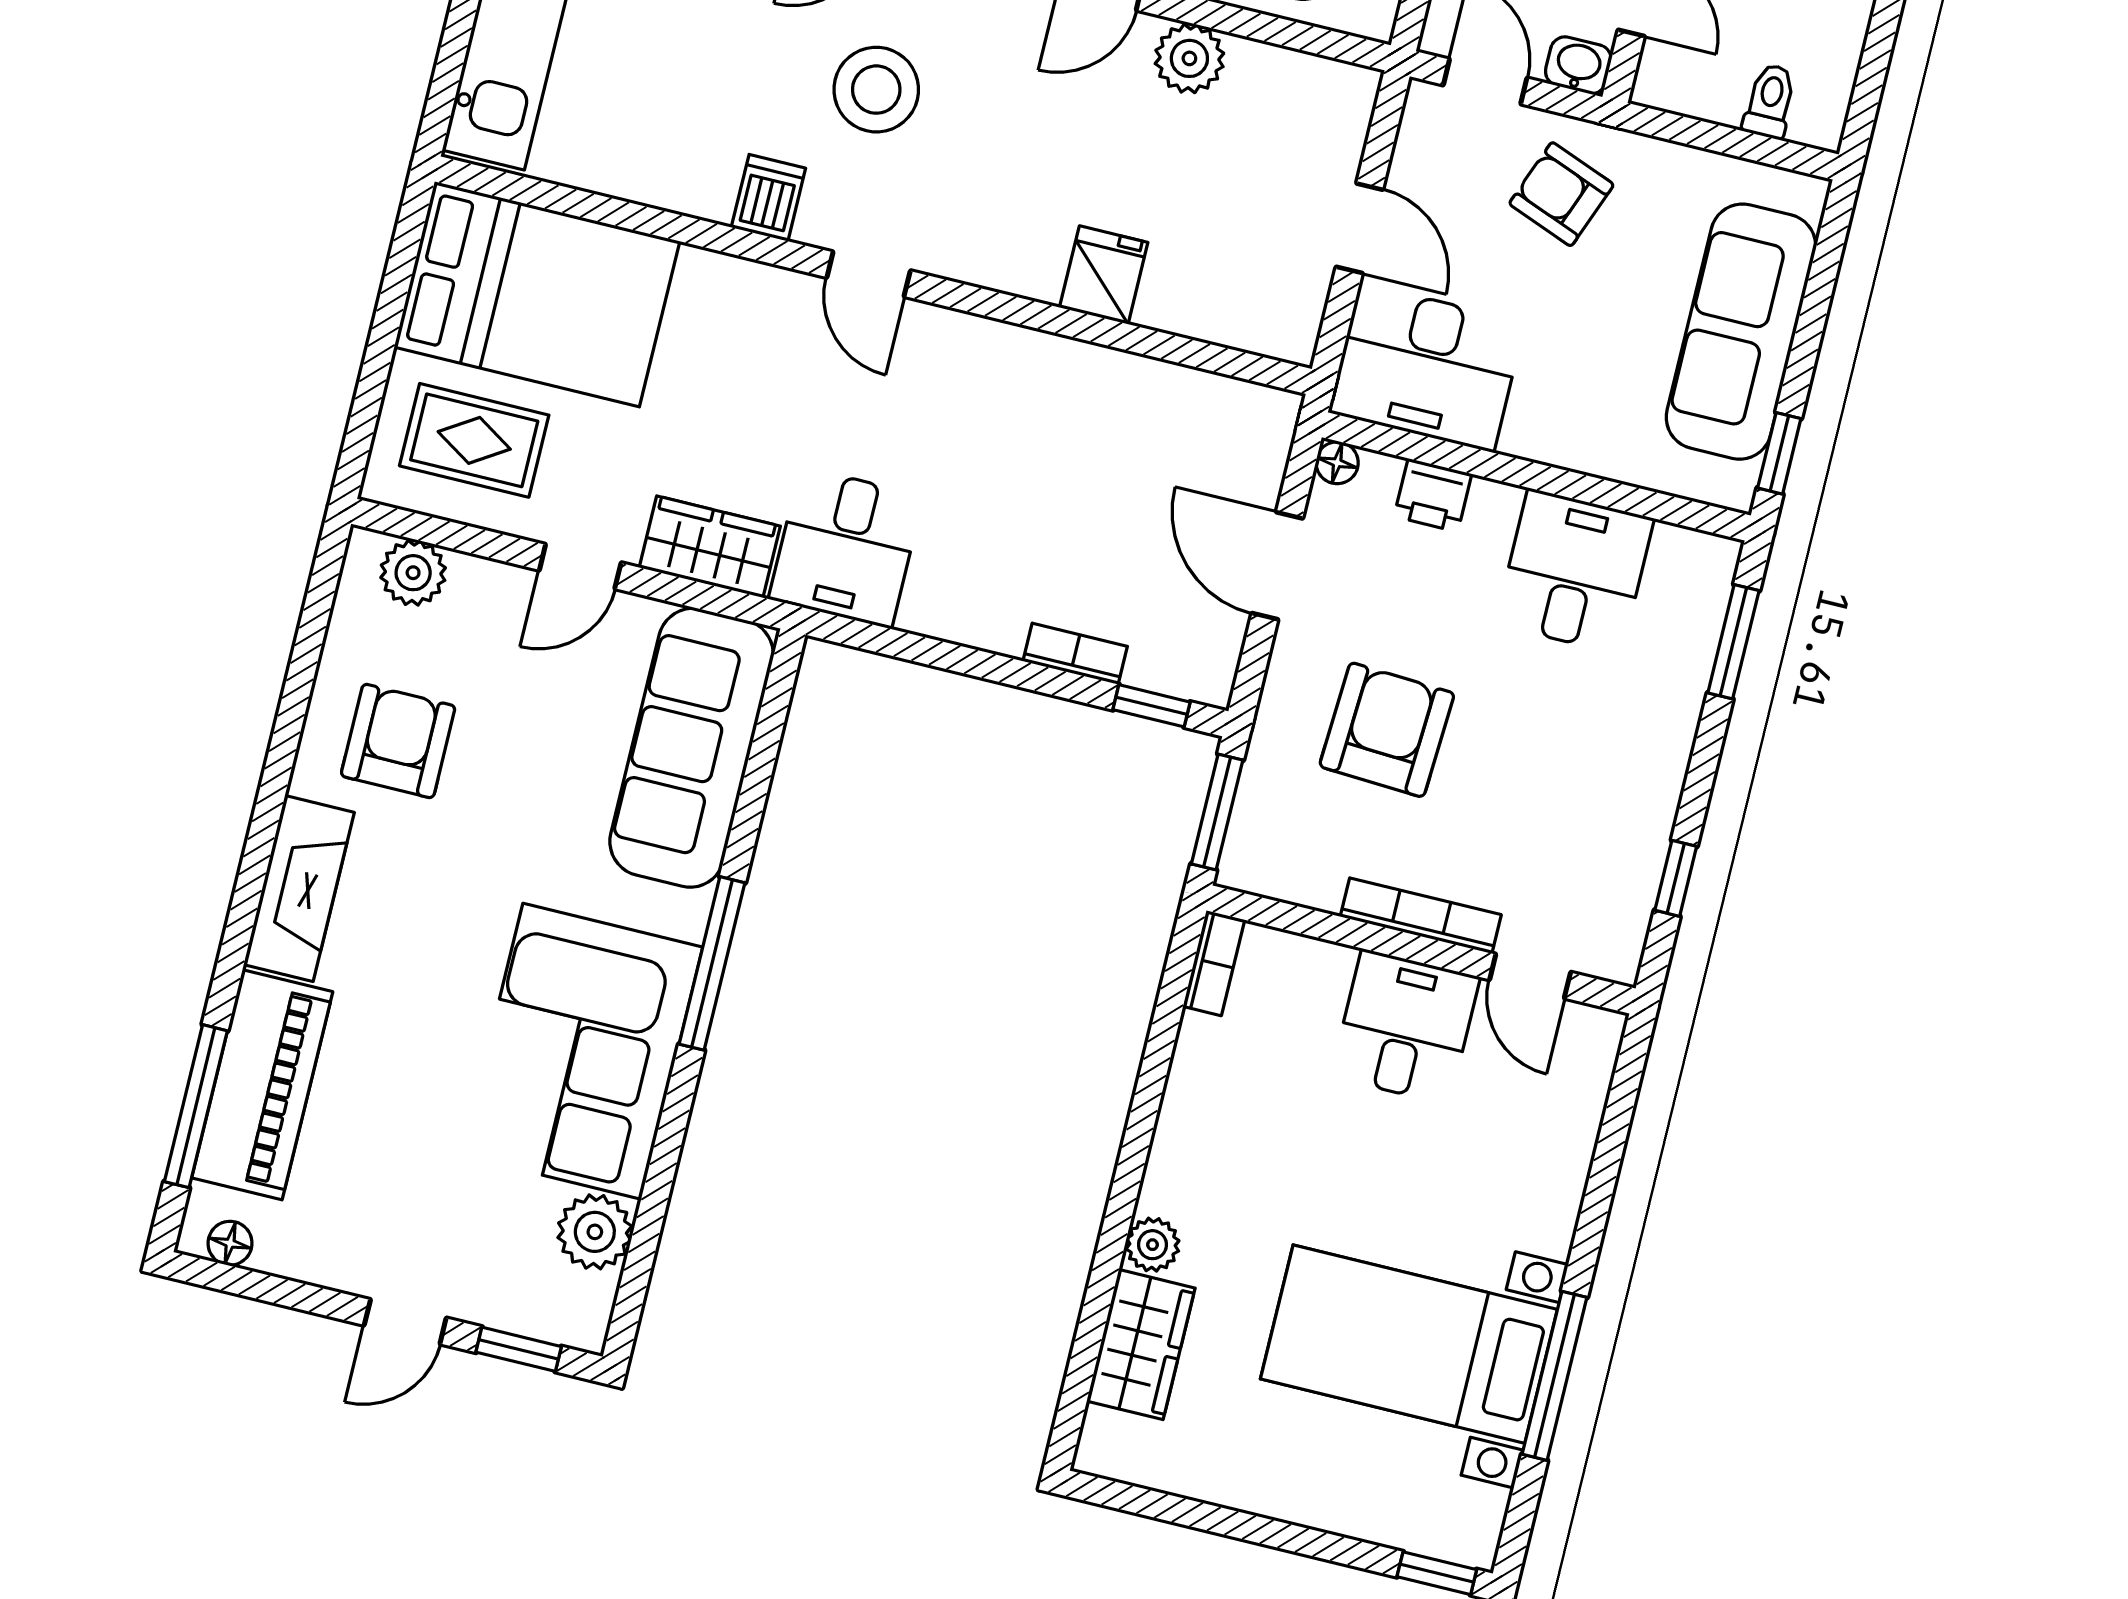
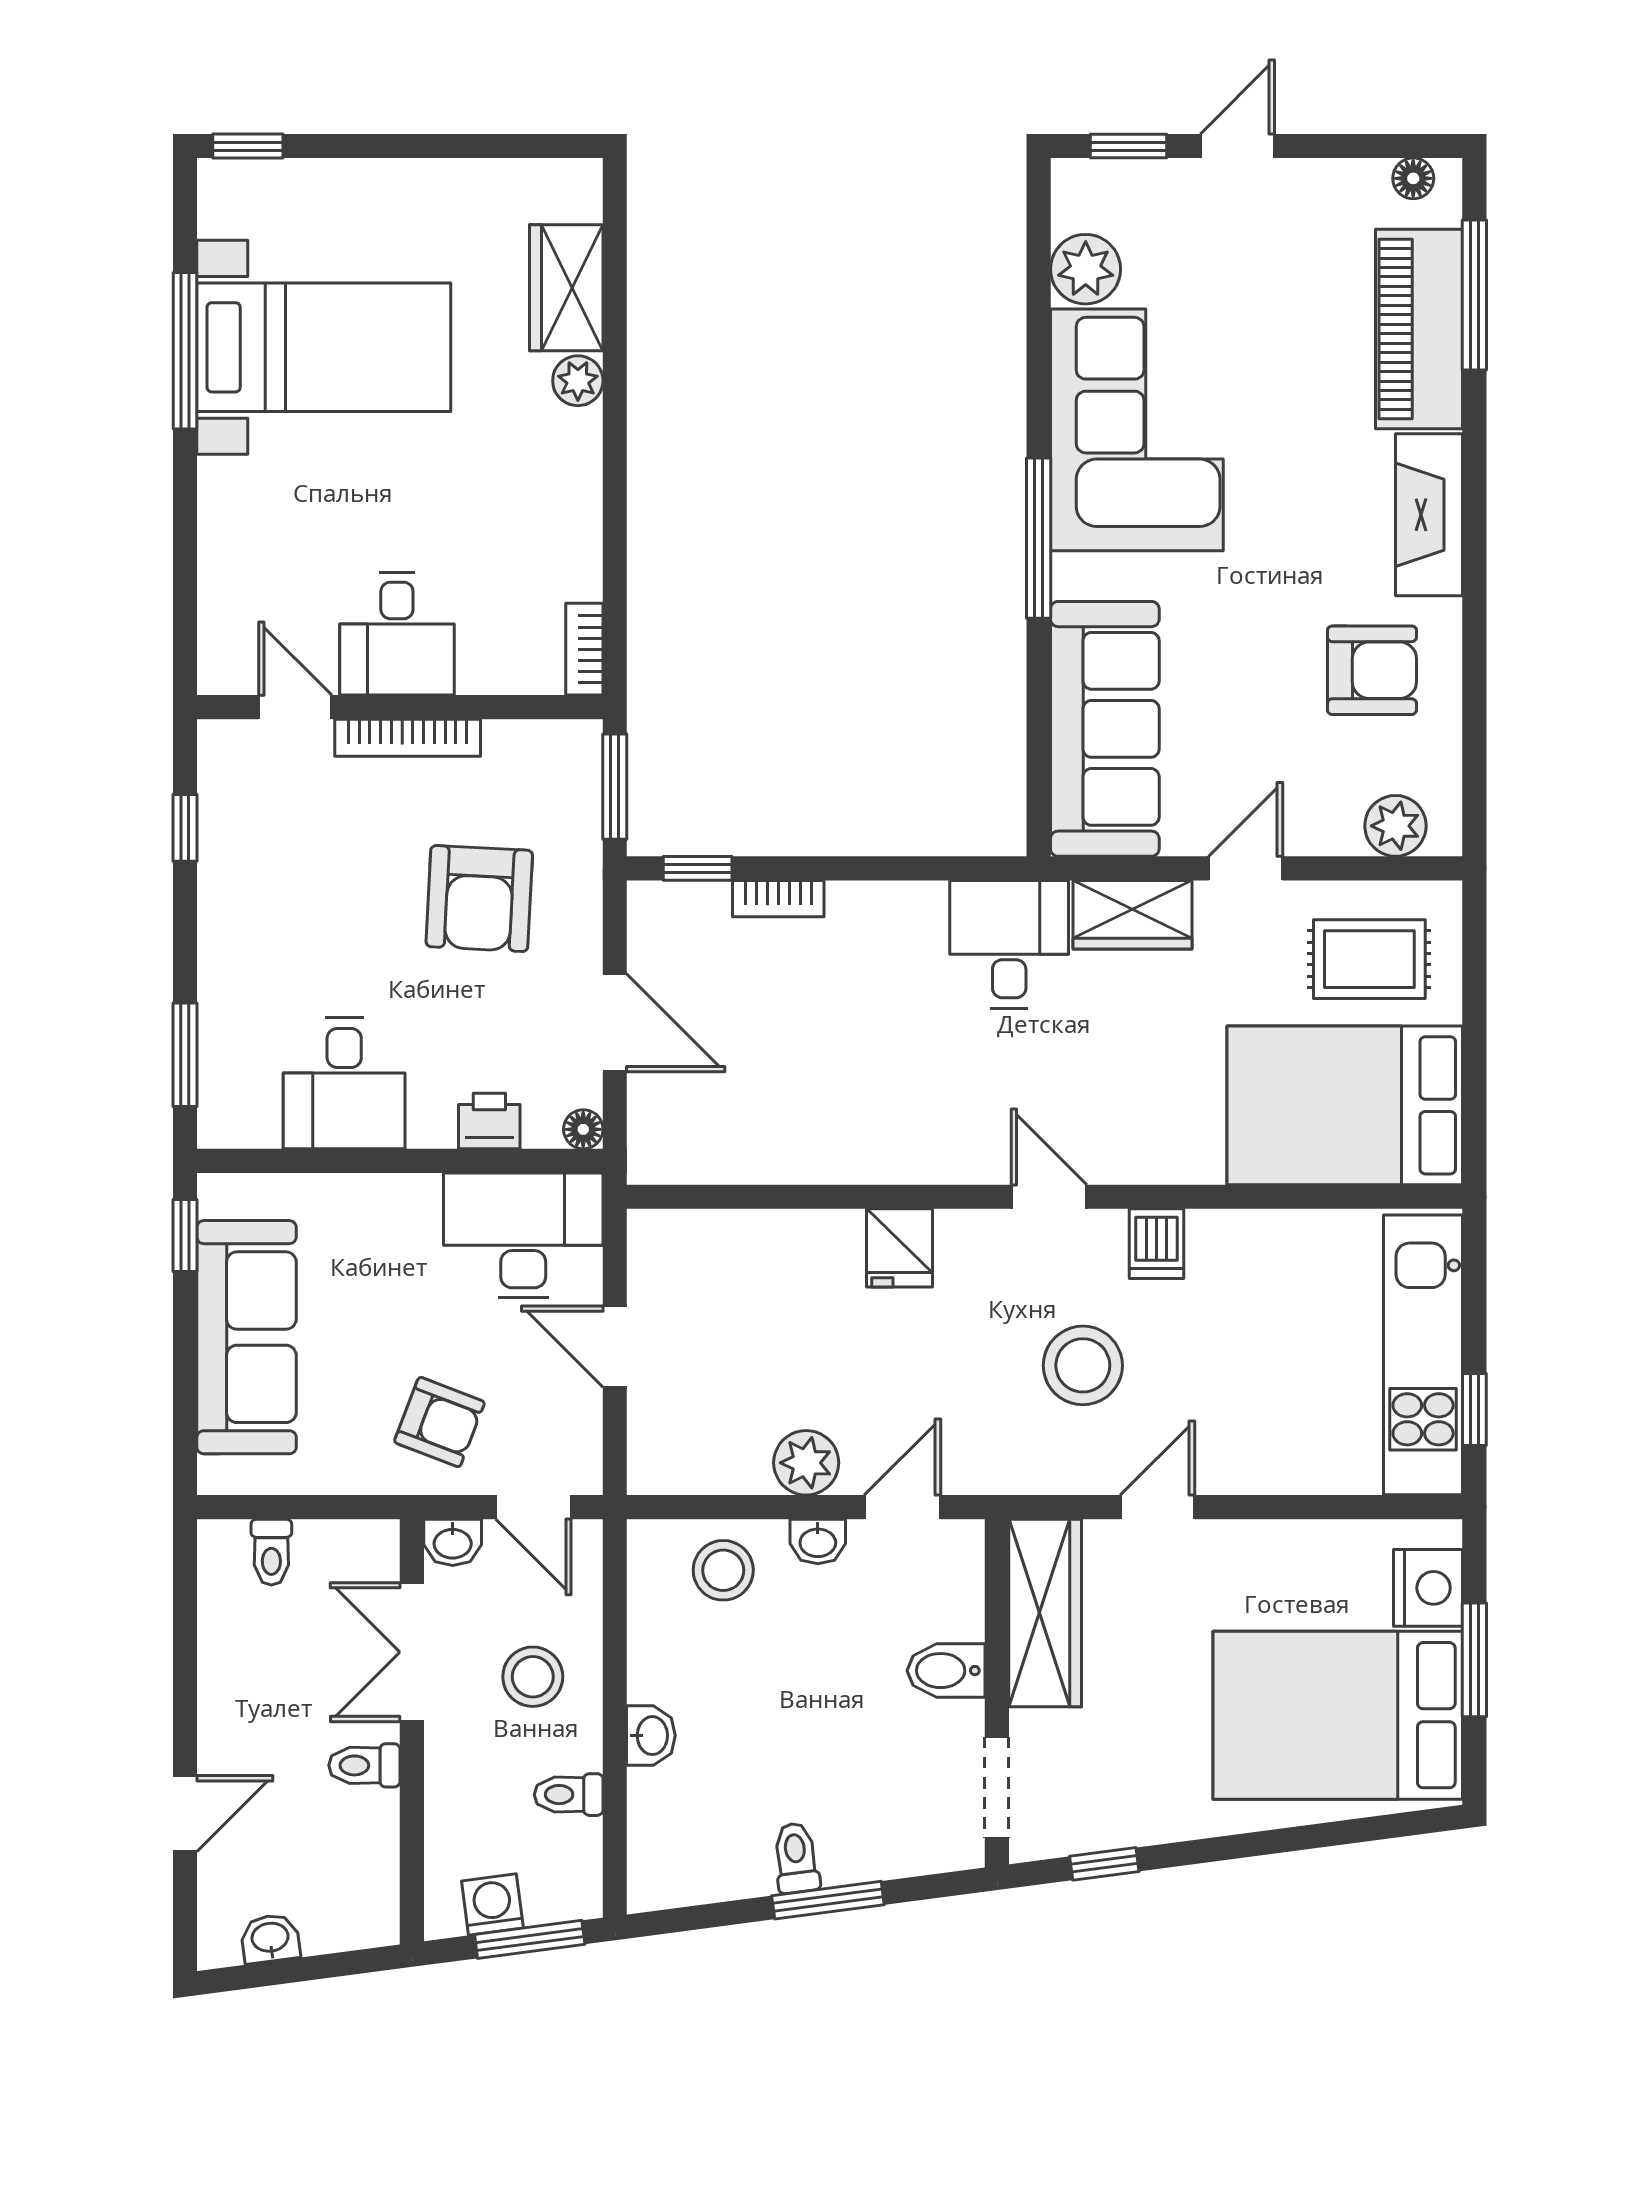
fridge: (1104, 275) -> (900, 1248), moved
armchair: (398, 741) -> (1372, 670), turned -90

